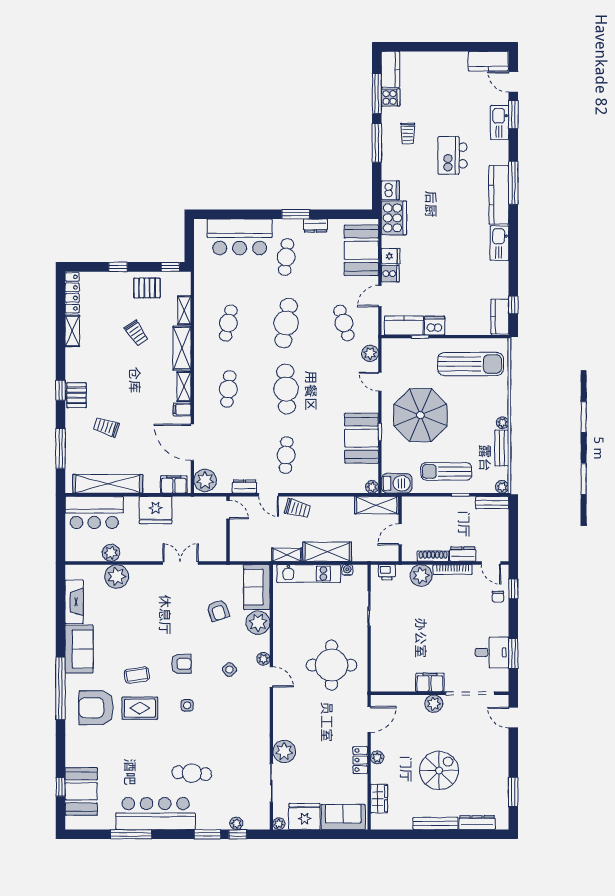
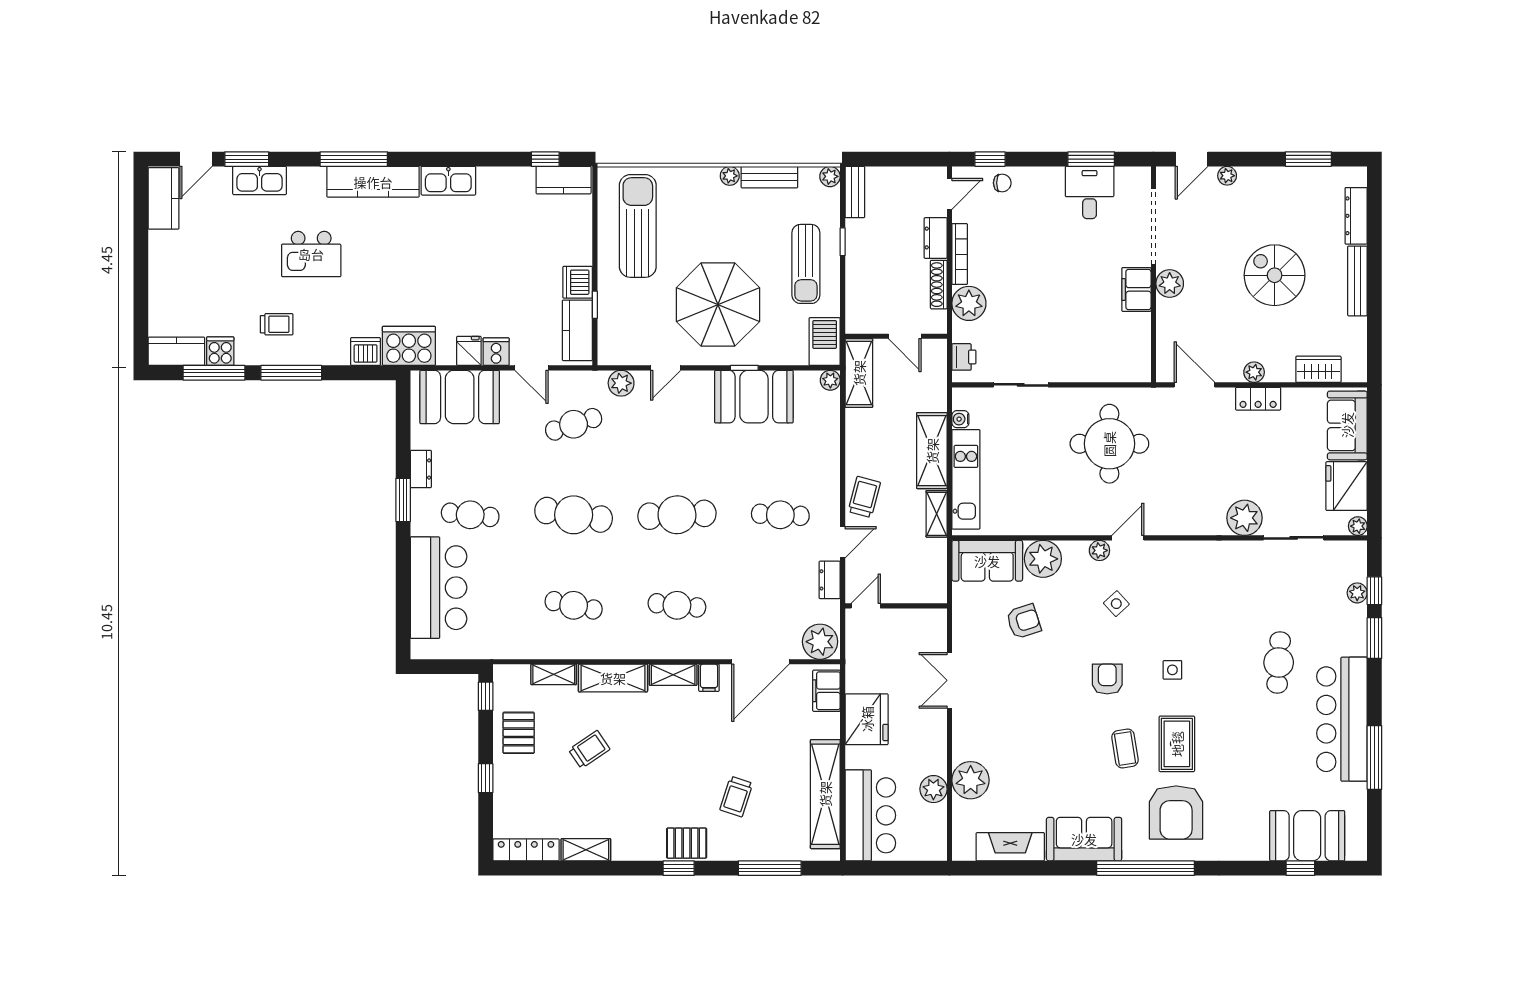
plant: (503, 740) -> (1227, 176), added

